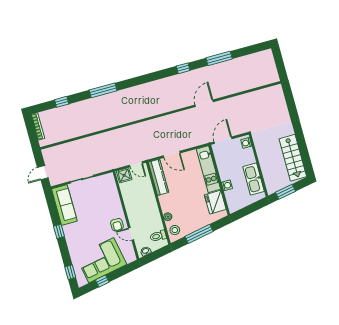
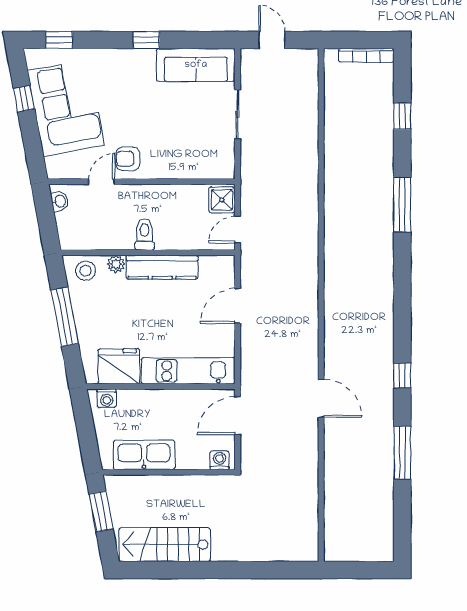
door: (223, 140) -> (237, 415), swing flipped
kitchen counter: (159, 177) -> (162, 267), moved
washing machine: (227, 185) -> (107, 398), moved
toilet: (158, 236) -> (144, 234), moved

